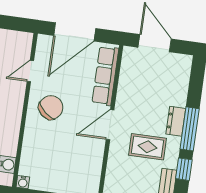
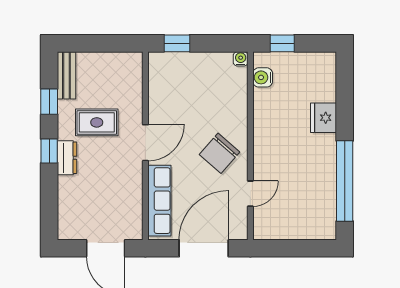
window: (190, 129) -> (49, 151), width x0.46

